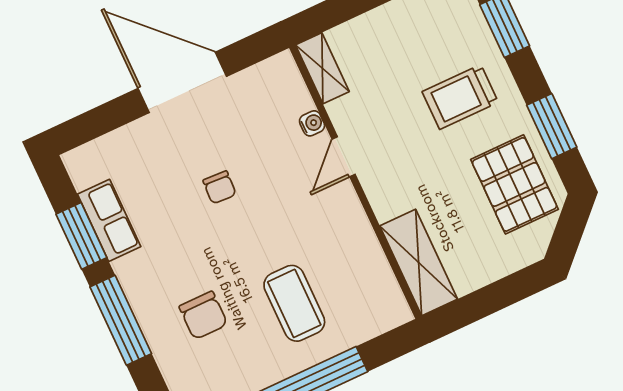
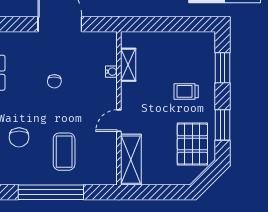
shelving: (322, 68) -> (128, 65), moved
trolley: (460, 97) -> (186, 91), width x0.73, depth x0.72
door: (344, 157) -> (119, 121), moved

